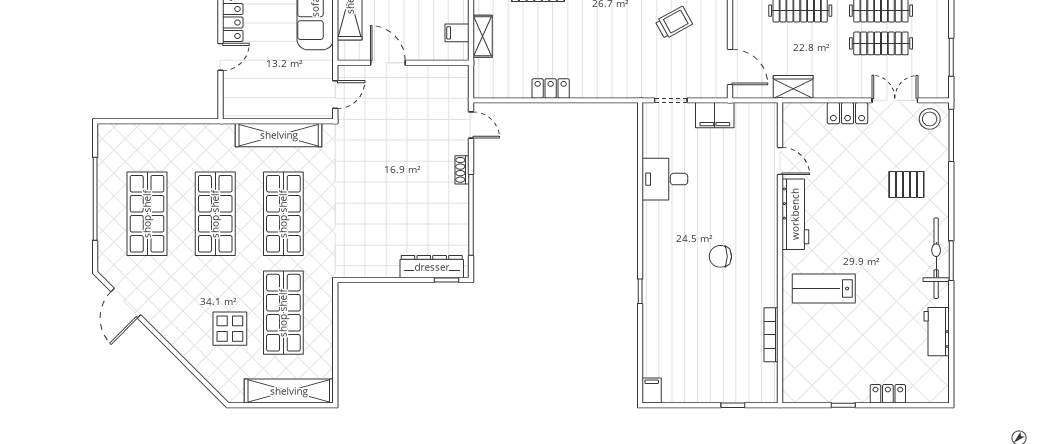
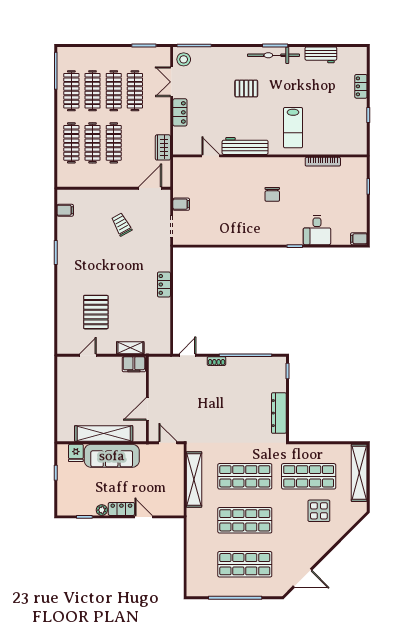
filing cabinet: (457, 33) -> (134, 364), width x2.00
locker: (551, 88) -> (164, 284), moved
filing cabinet: (715, 115) -> (181, 204), width x0.50
door: (780, 161) -> (211, 156), hinge flipped
desk: (665, 179) -> (317, 230), moved
pallet: (906, 185) -> (246, 89), moved, turned 90
dresser: (432, 267) -> (279, 413), moved

